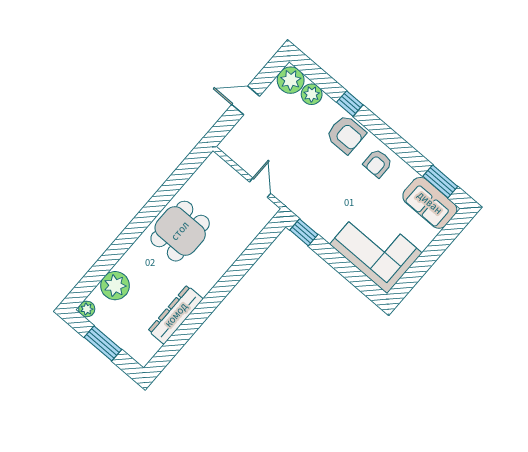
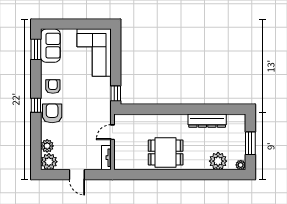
window: (350, 104) -> (36, 105), moved
tv unit: (236, 154) -> (106, 158), added
armchair: (378, 163) -> (53, 86), turned -90

